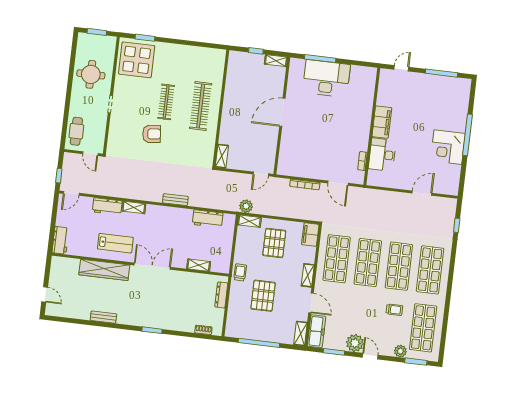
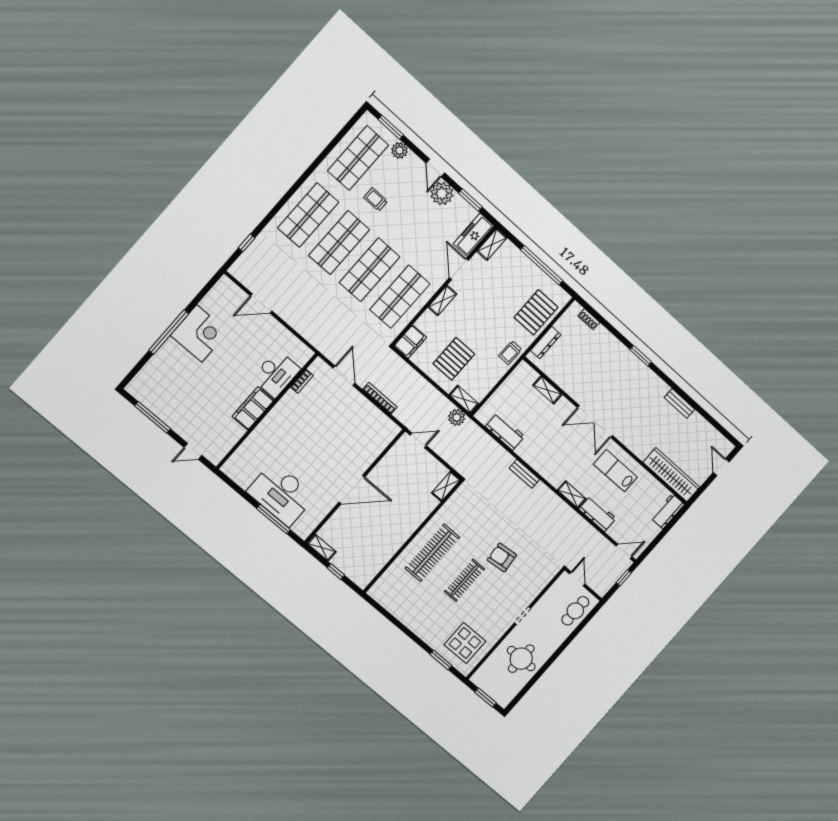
display table: (137, 60) -> (465, 643), width x0.73, depth x0.73
wardrobe: (104, 270) -> (672, 475), moved
pallet: (263, 296) -> (536, 312), moved

